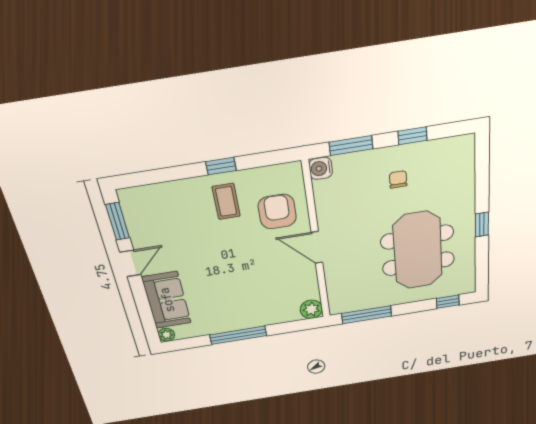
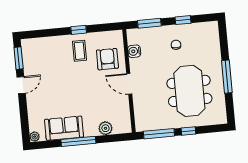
water cooler: (321, 168) -> (134, 51), moved
window: (482, 224) -> (227, 77), width x2.17
sofa: (167, 300) -> (64, 128), moved, turned -90
window: (448, 302) -> (188, 131), moved
plant: (311, 309) -> (105, 128), moved

